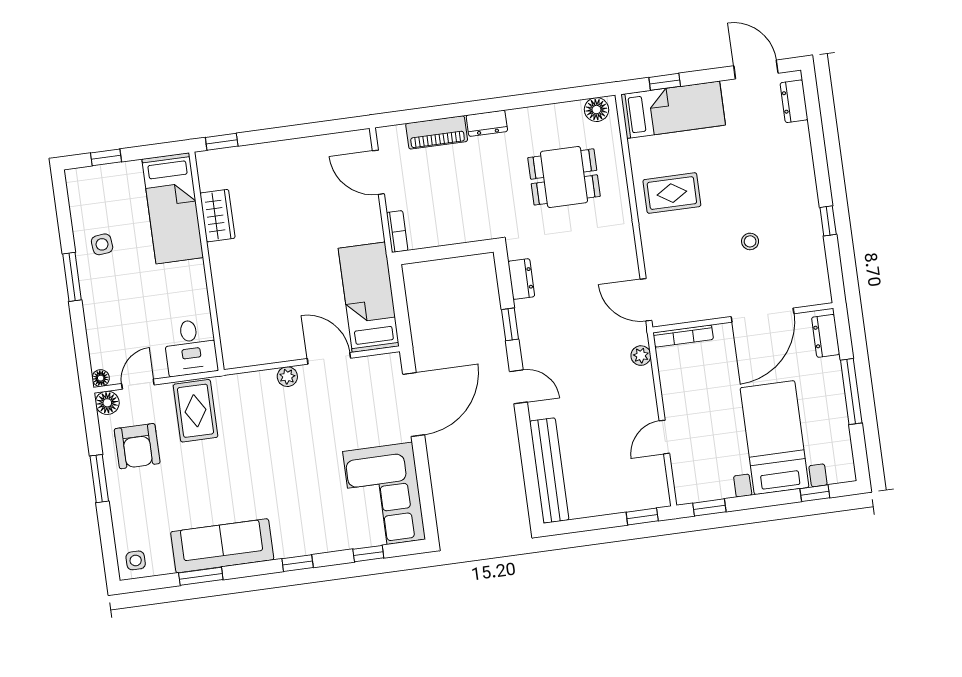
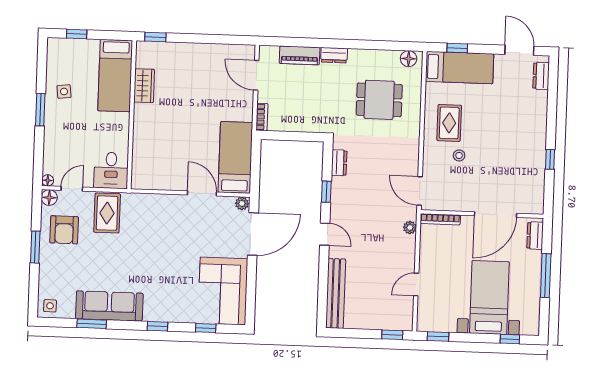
rug: (672, 193) -> (449, 123), turned 90
stool: (750, 241) -> (459, 155), moved
plant: (287, 377) -> (242, 203), moved

